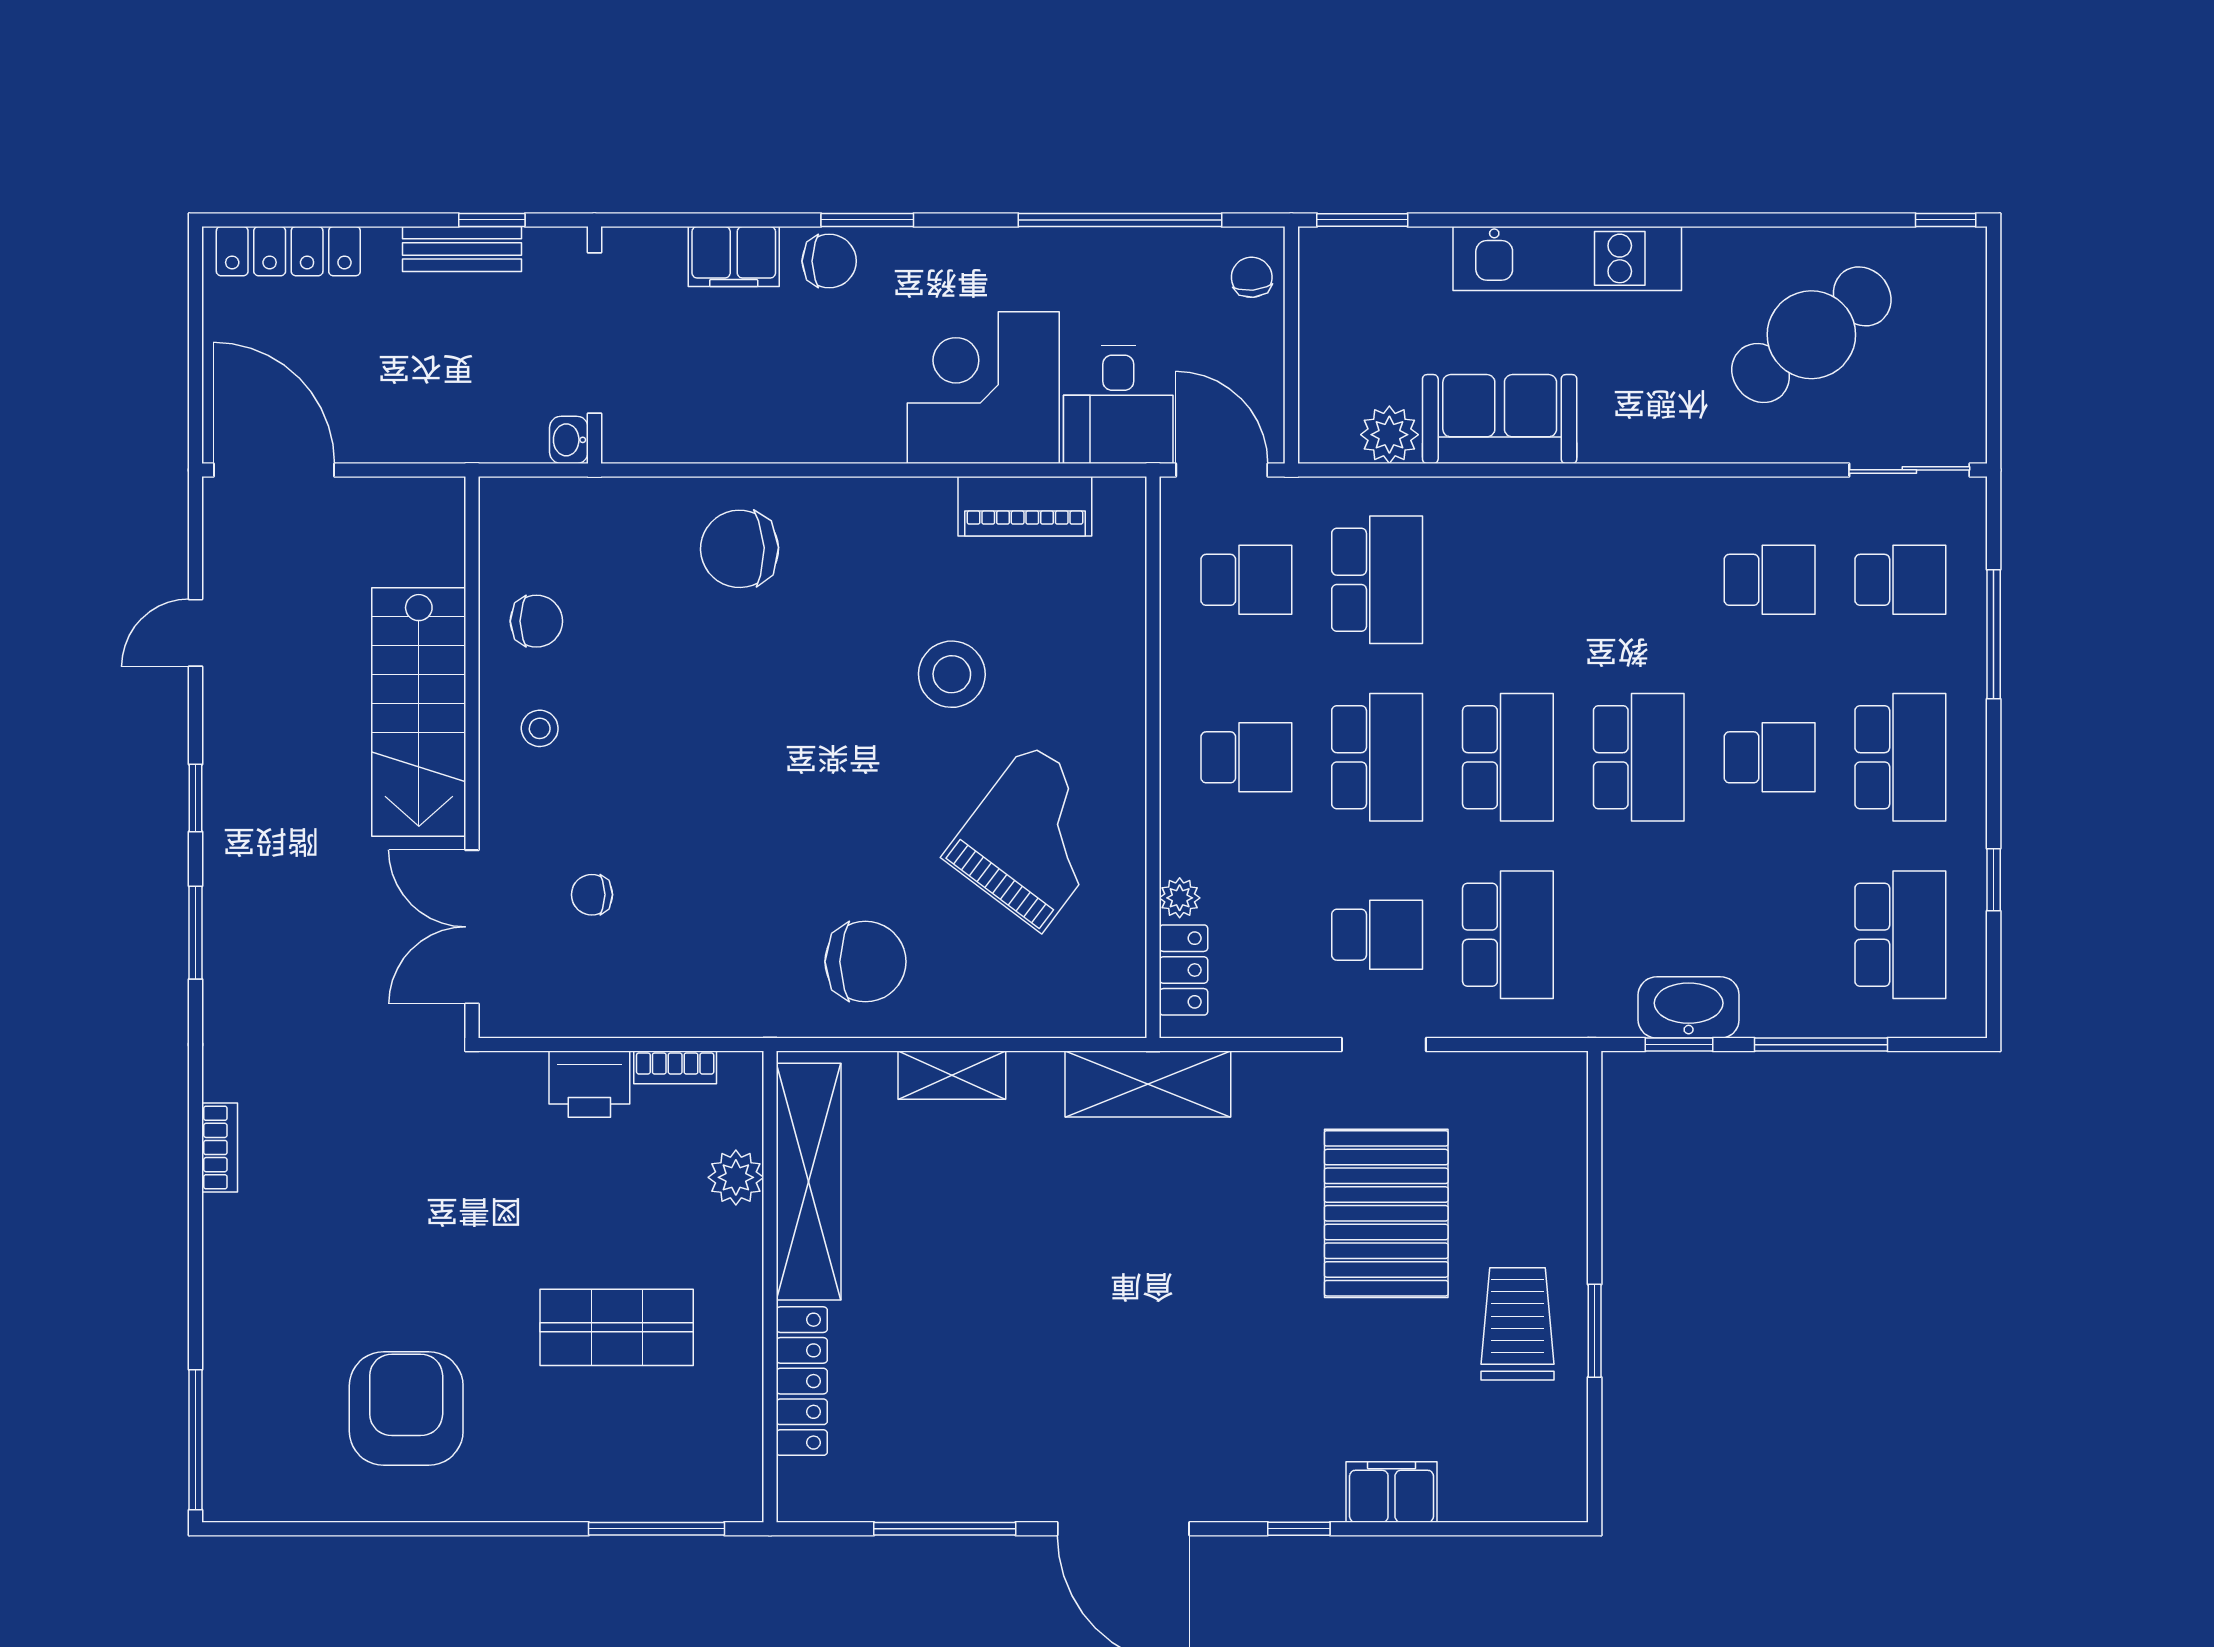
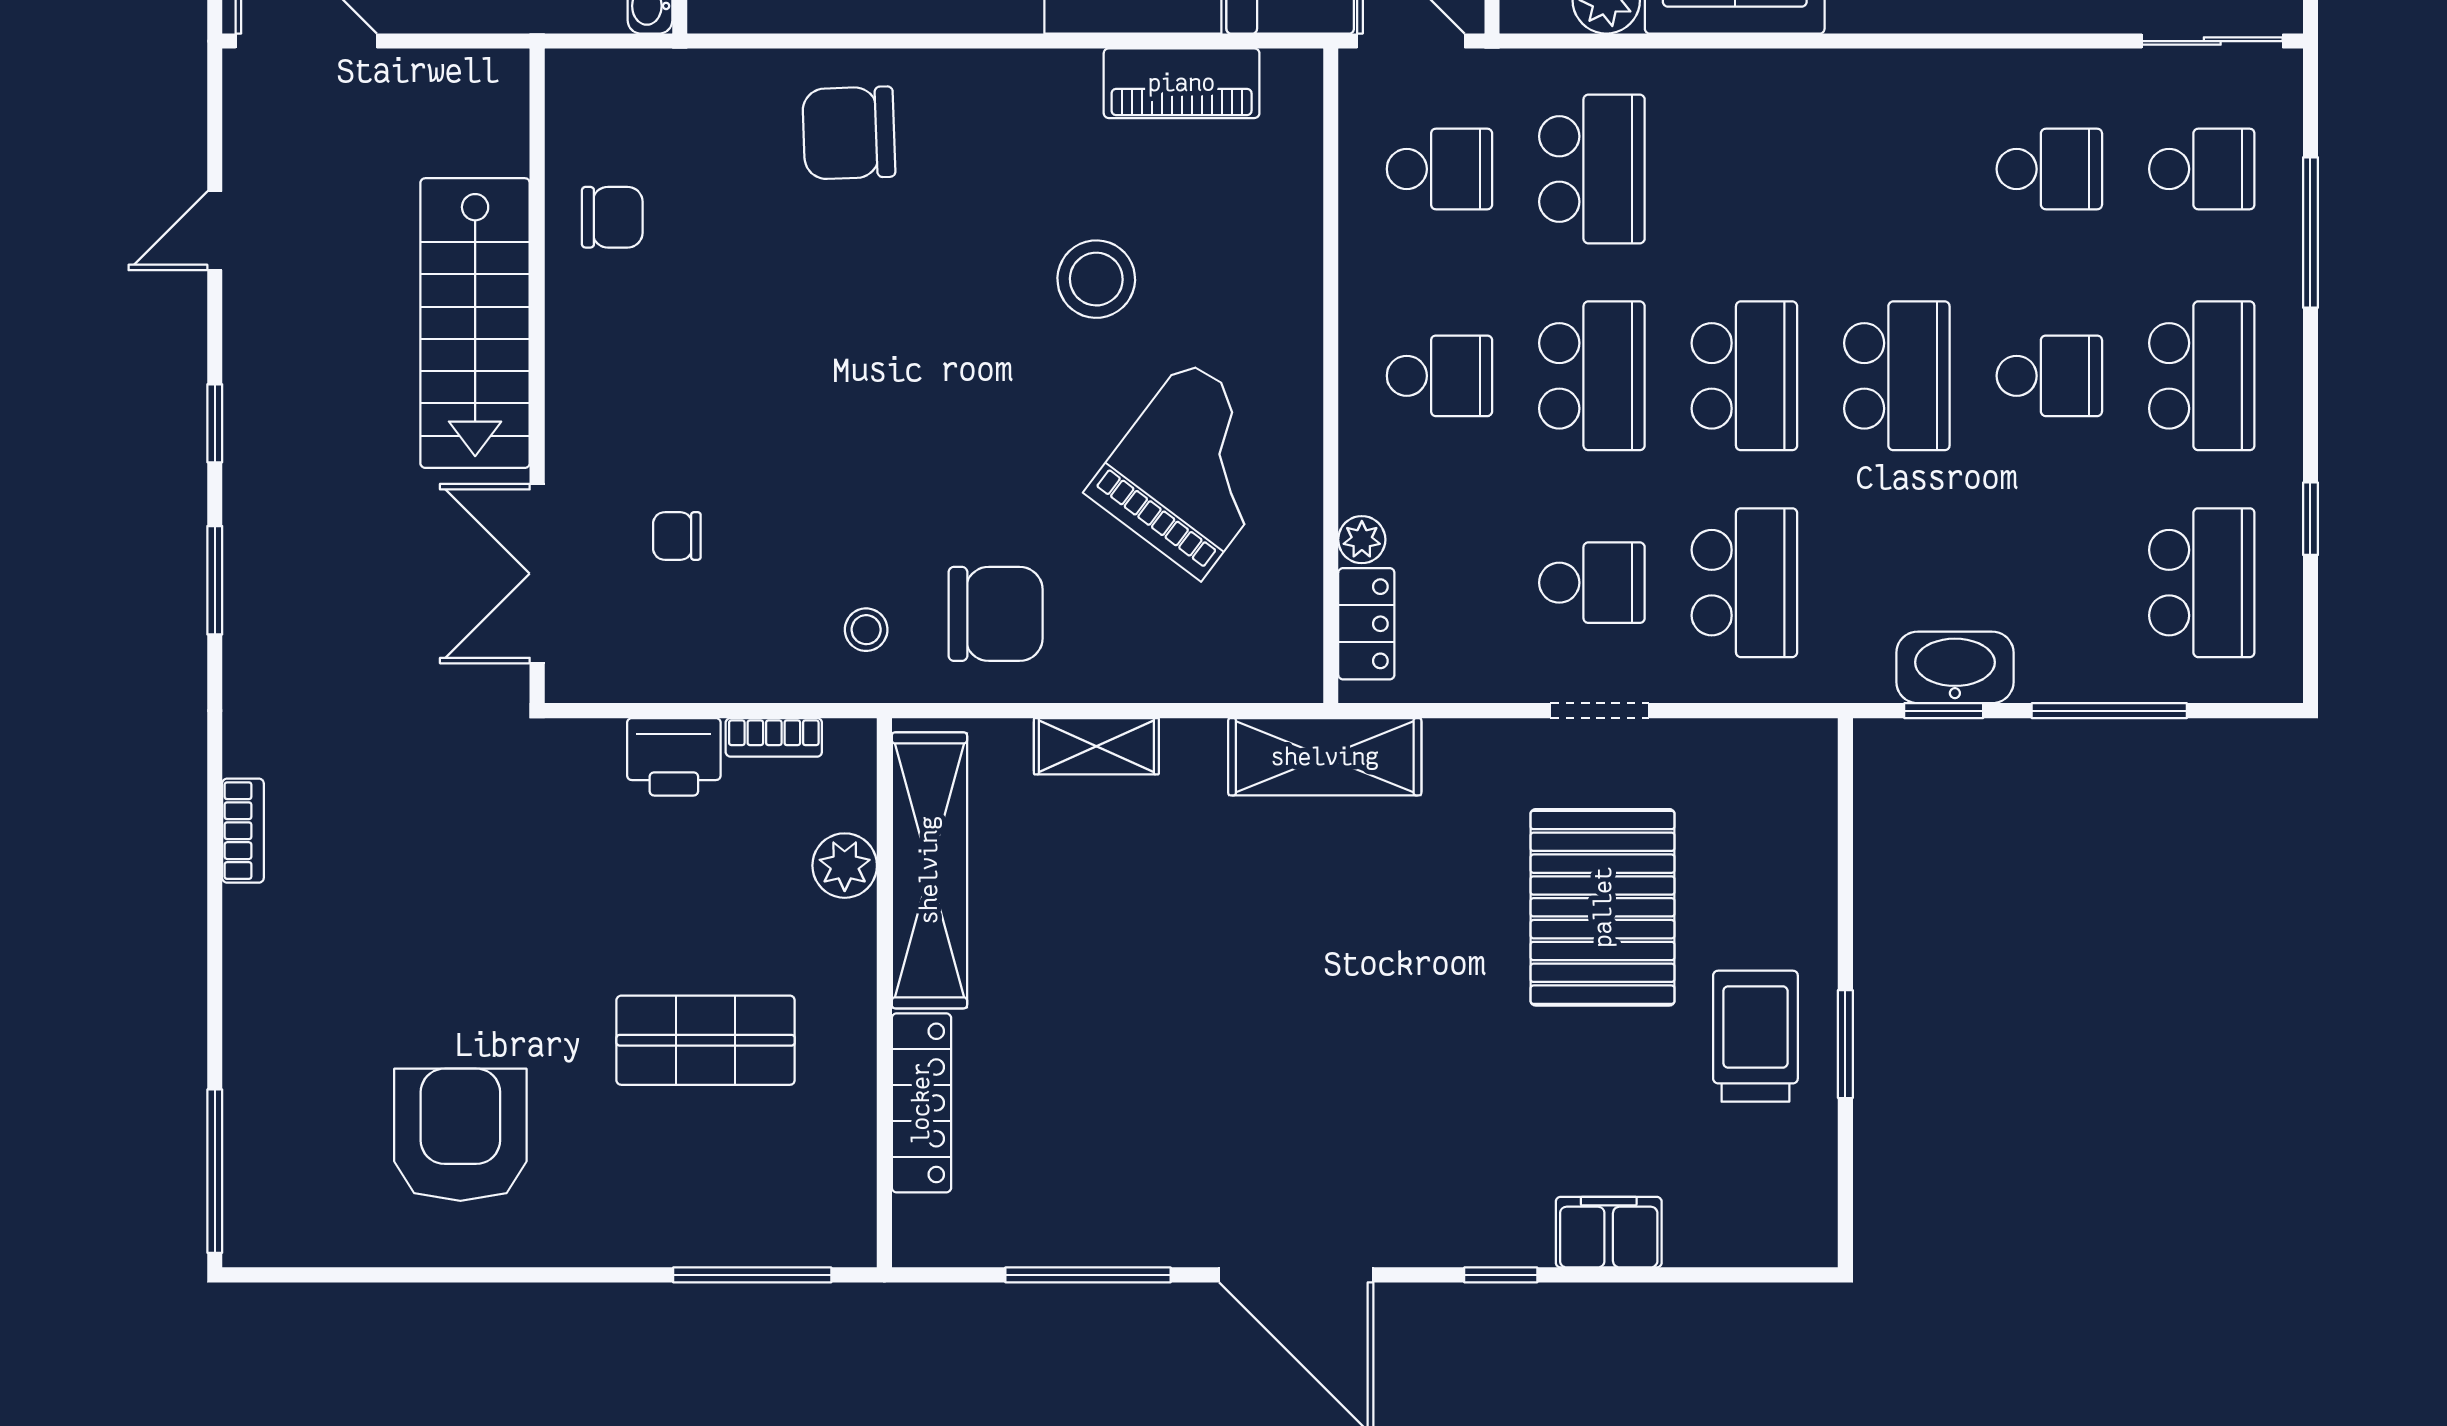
stool: (540, 728) -> (866, 630), moved

